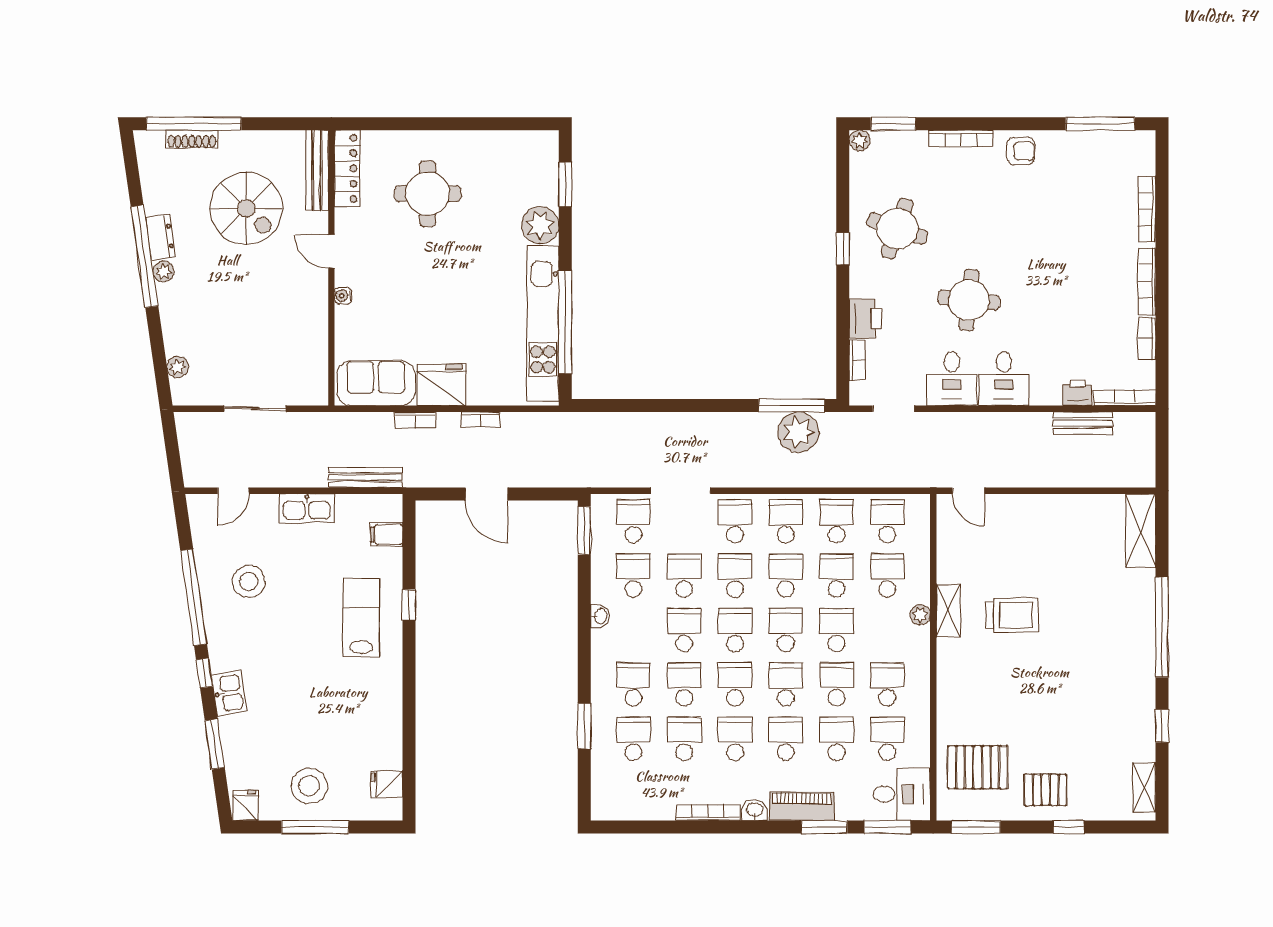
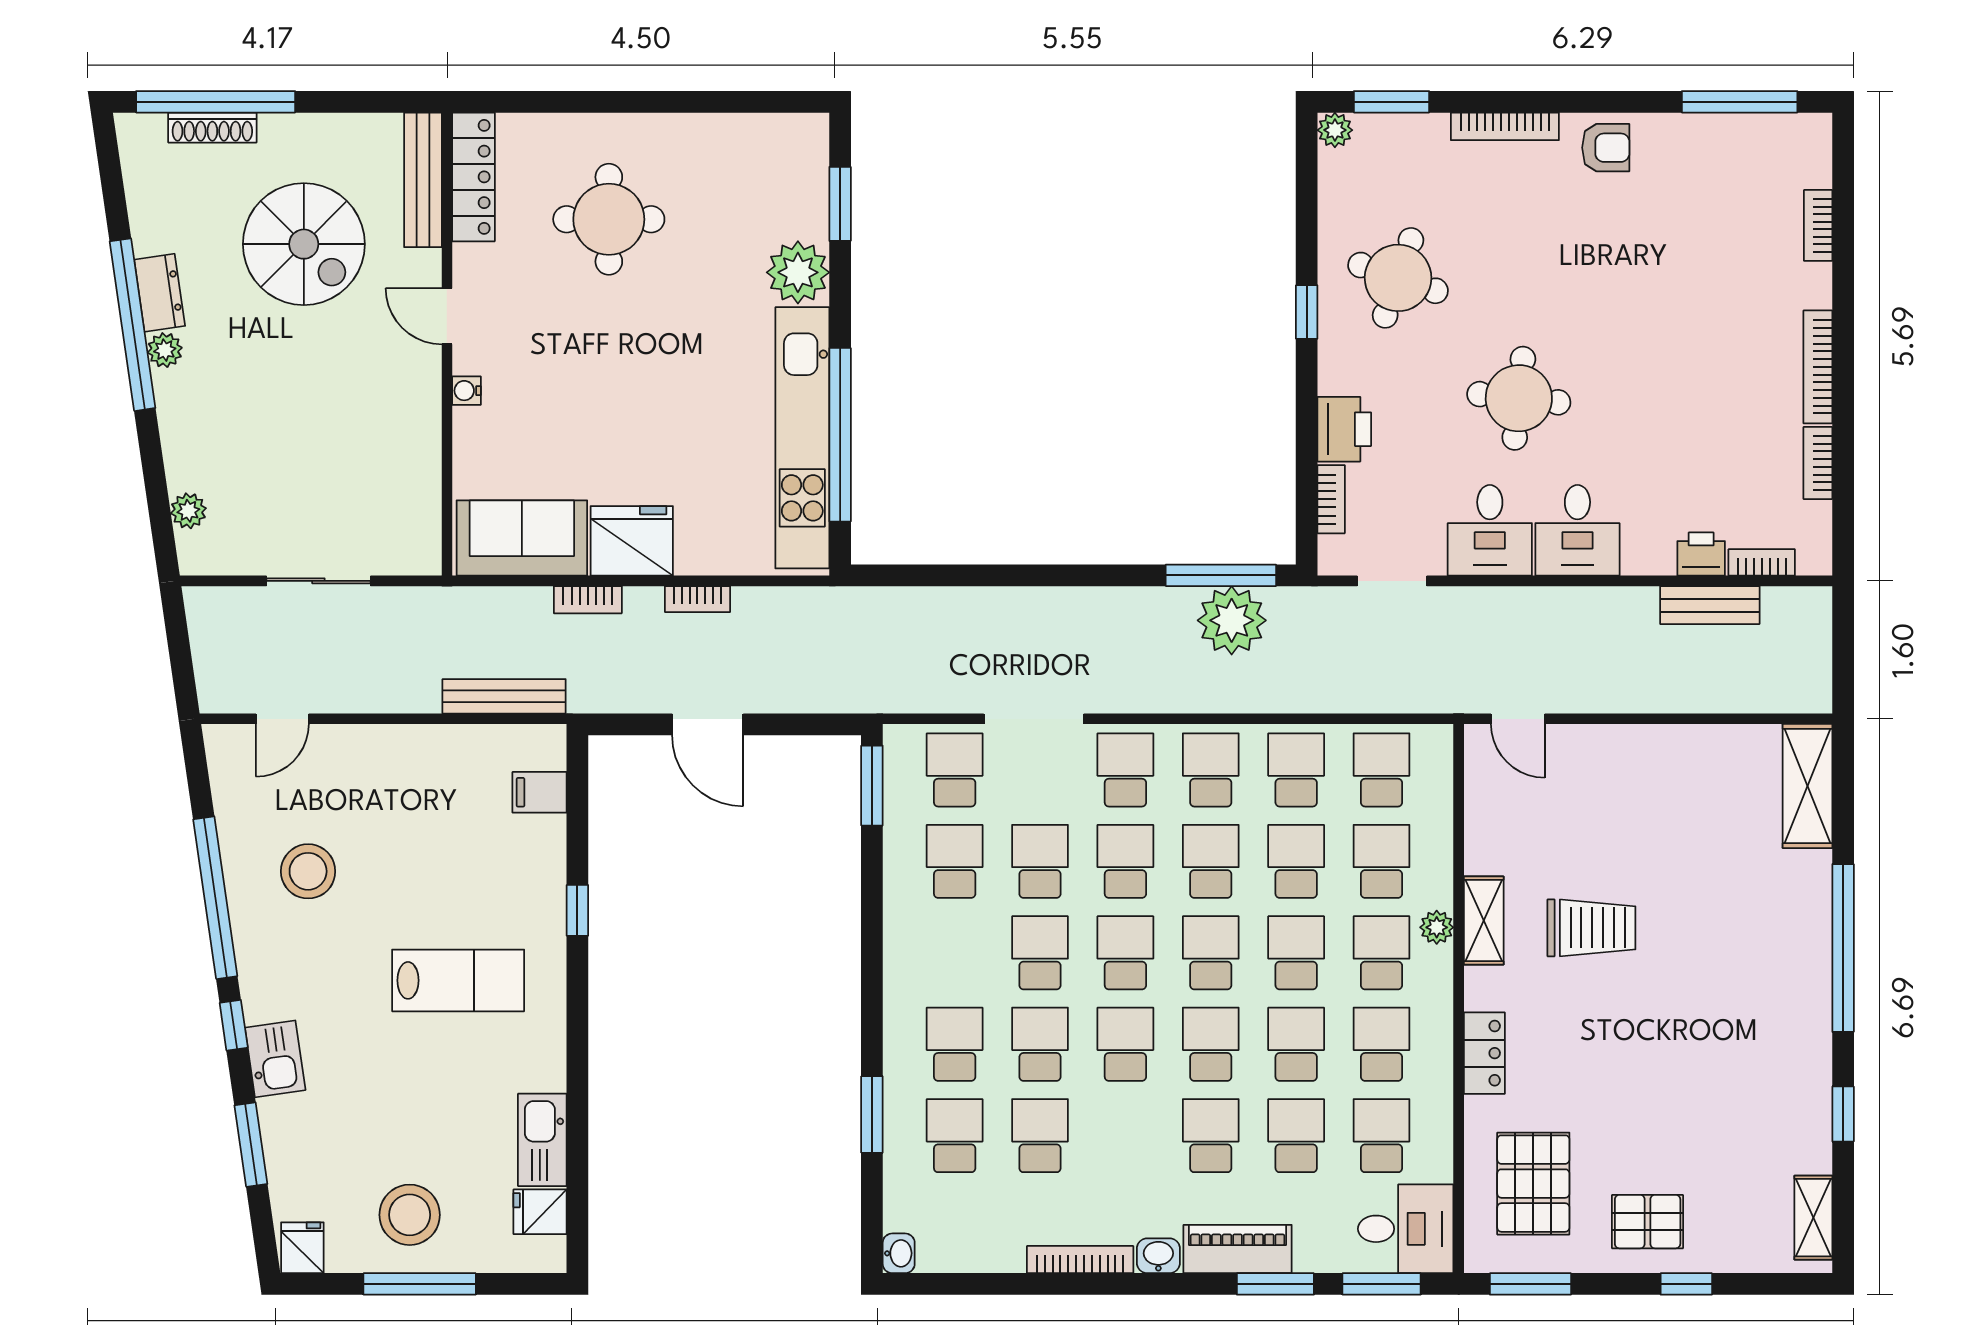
bookcase: (1147, 209) -> (1818, 225), width x0.64
bookcase: (1125, 398) -> (1762, 562), width x0.64
kitchen sink: (307, 508) -> (542, 1140), moved, turned 90
washbasin: (600, 616) -> (899, 1253), moved
lab bench: (361, 617) -> (458, 980), moved, turned 90
locker: (949, 690) -> (1484, 1053), added
school desk: (735, 739) -> (1382, 953), moved
pallet: (978, 767) -> (1533, 1184), turned 90

